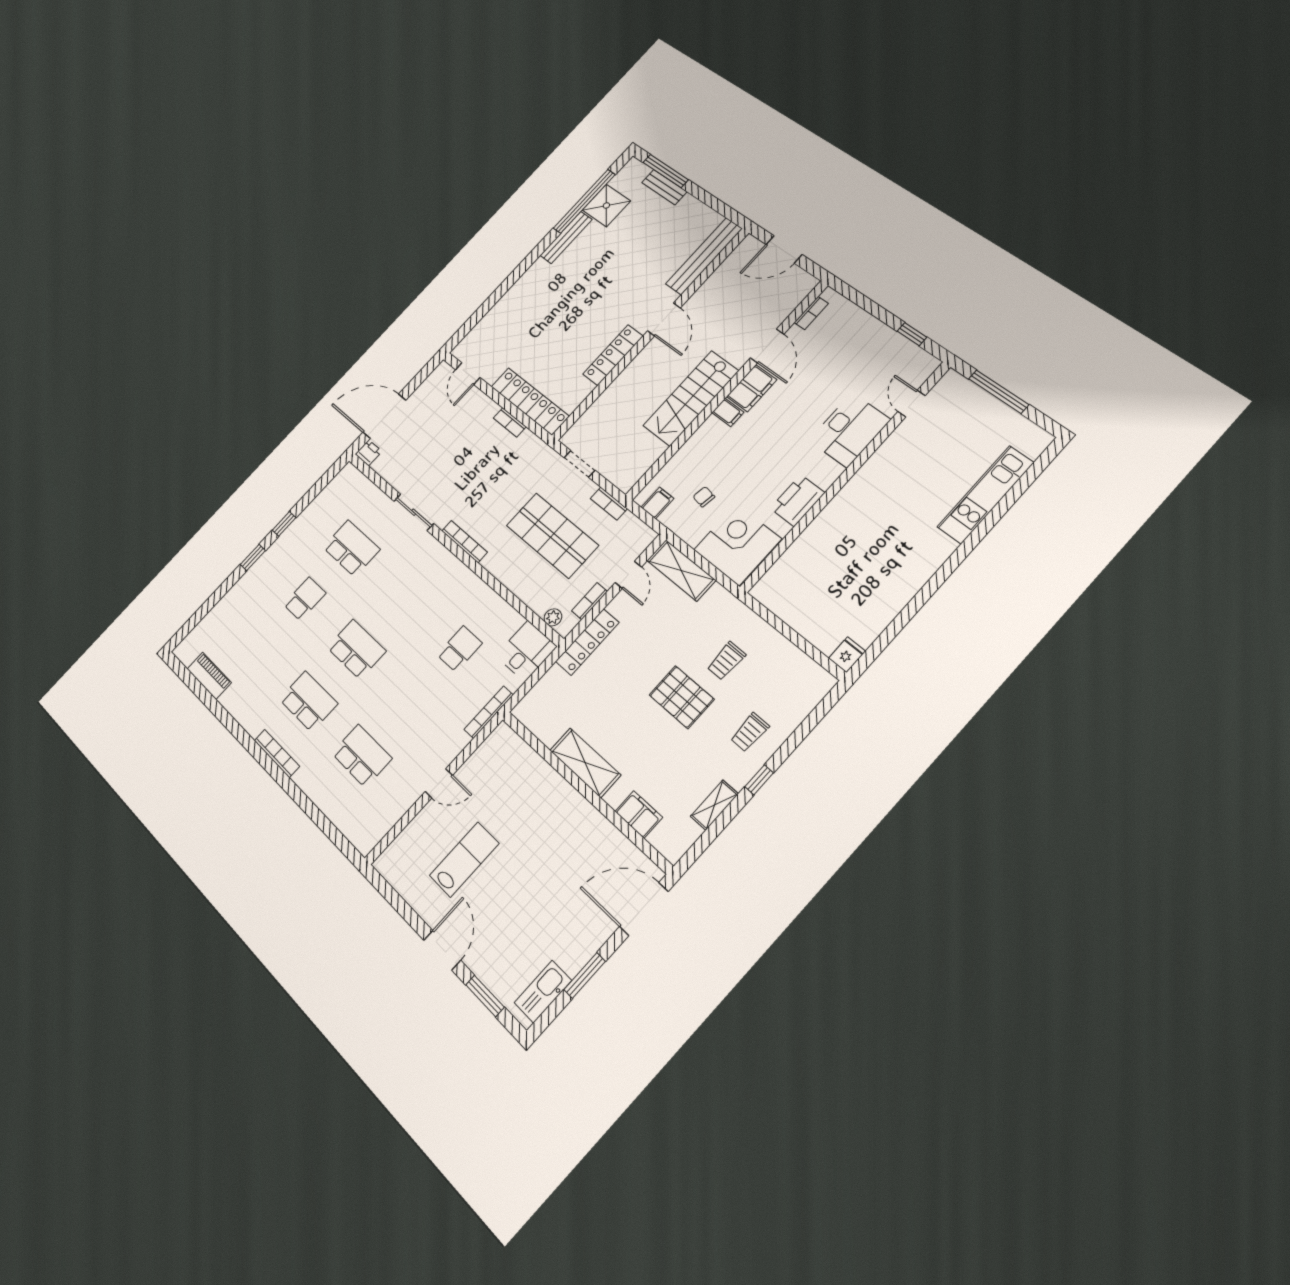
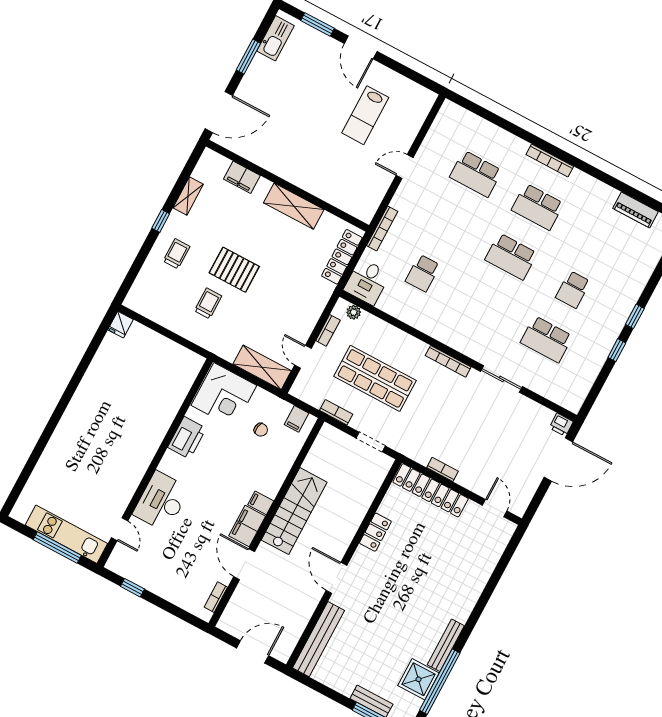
locker: (613, 355) -> (375, 532), width x0.66
kitchen unit: (986, 495) -> (66, 534), moved, turned -90
locker: (587, 642) -> (342, 257), moved

